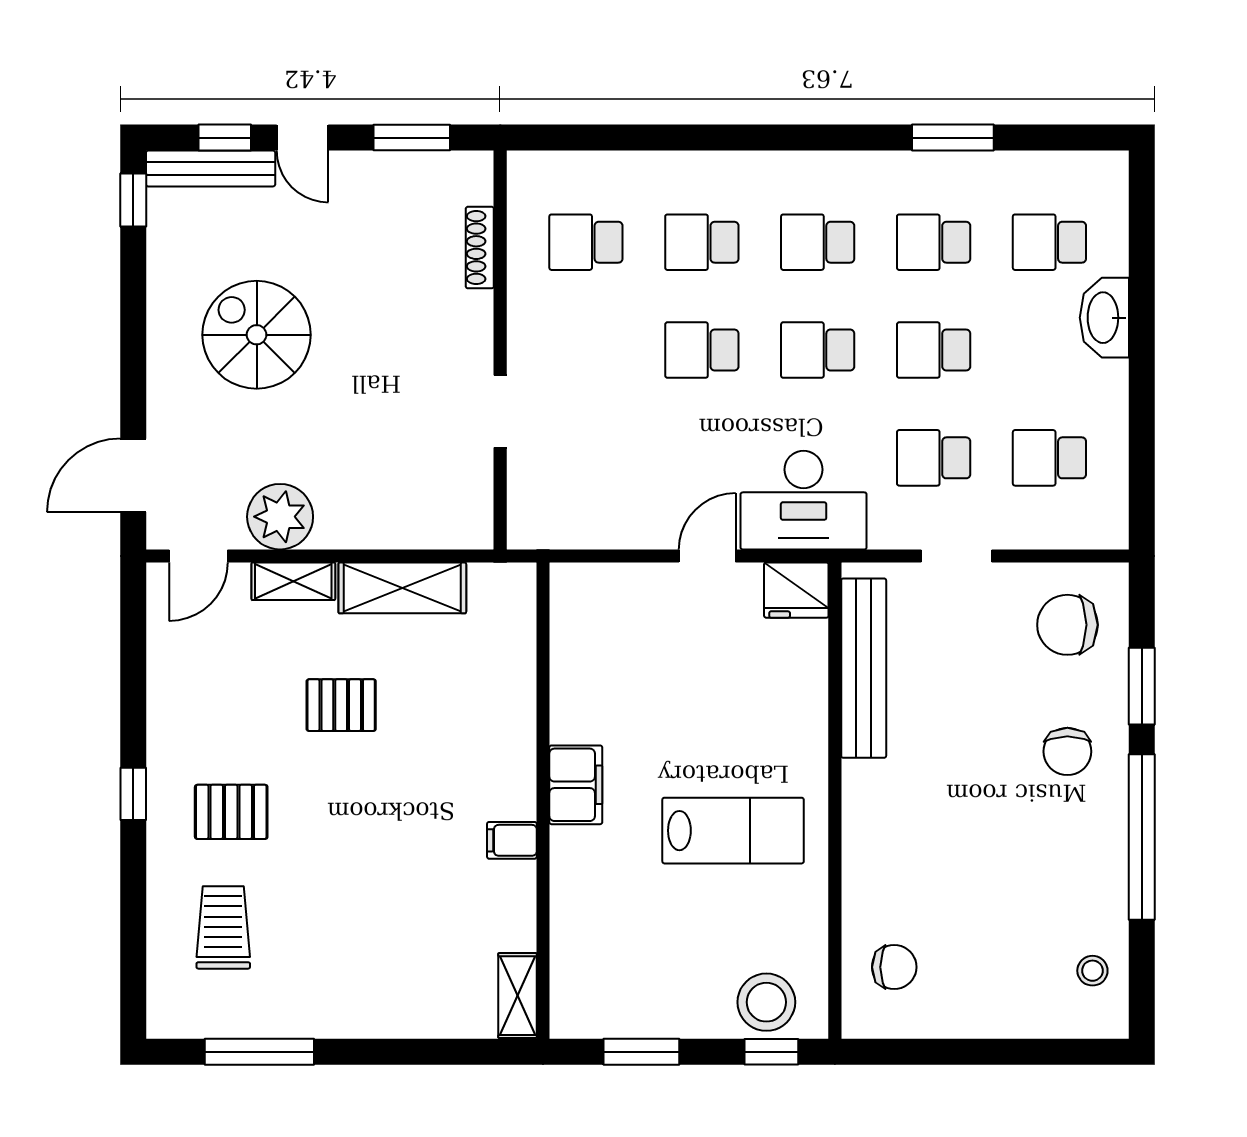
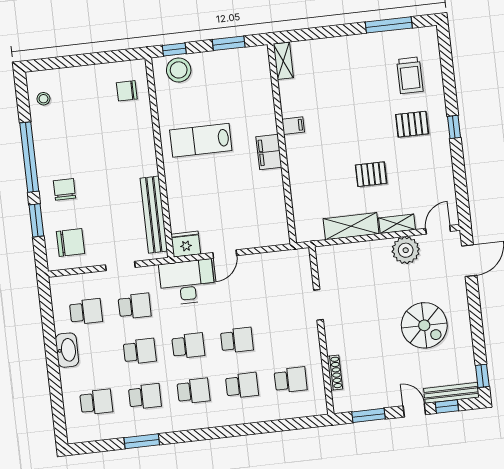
washbasin: (1104, 318) -> (67, 350), moved

